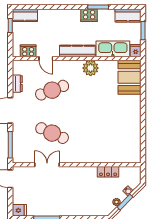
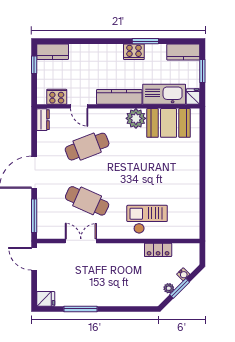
booth: (129, 77) -> (169, 123), moved, turned 90
dresser: (17, 84) -> (43, 120), moved
checkout: (99, 148) -> (147, 219), added

